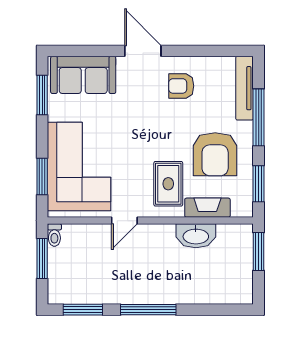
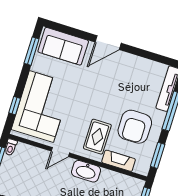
door: (143, 51) -> (108, 43), swing flipped
armchair: (181, 86) -> (126, 74), removed
window: (42, 177) -> (15, 106), width x0.67
washbasin: (196, 236) -> (86, 171), moved

